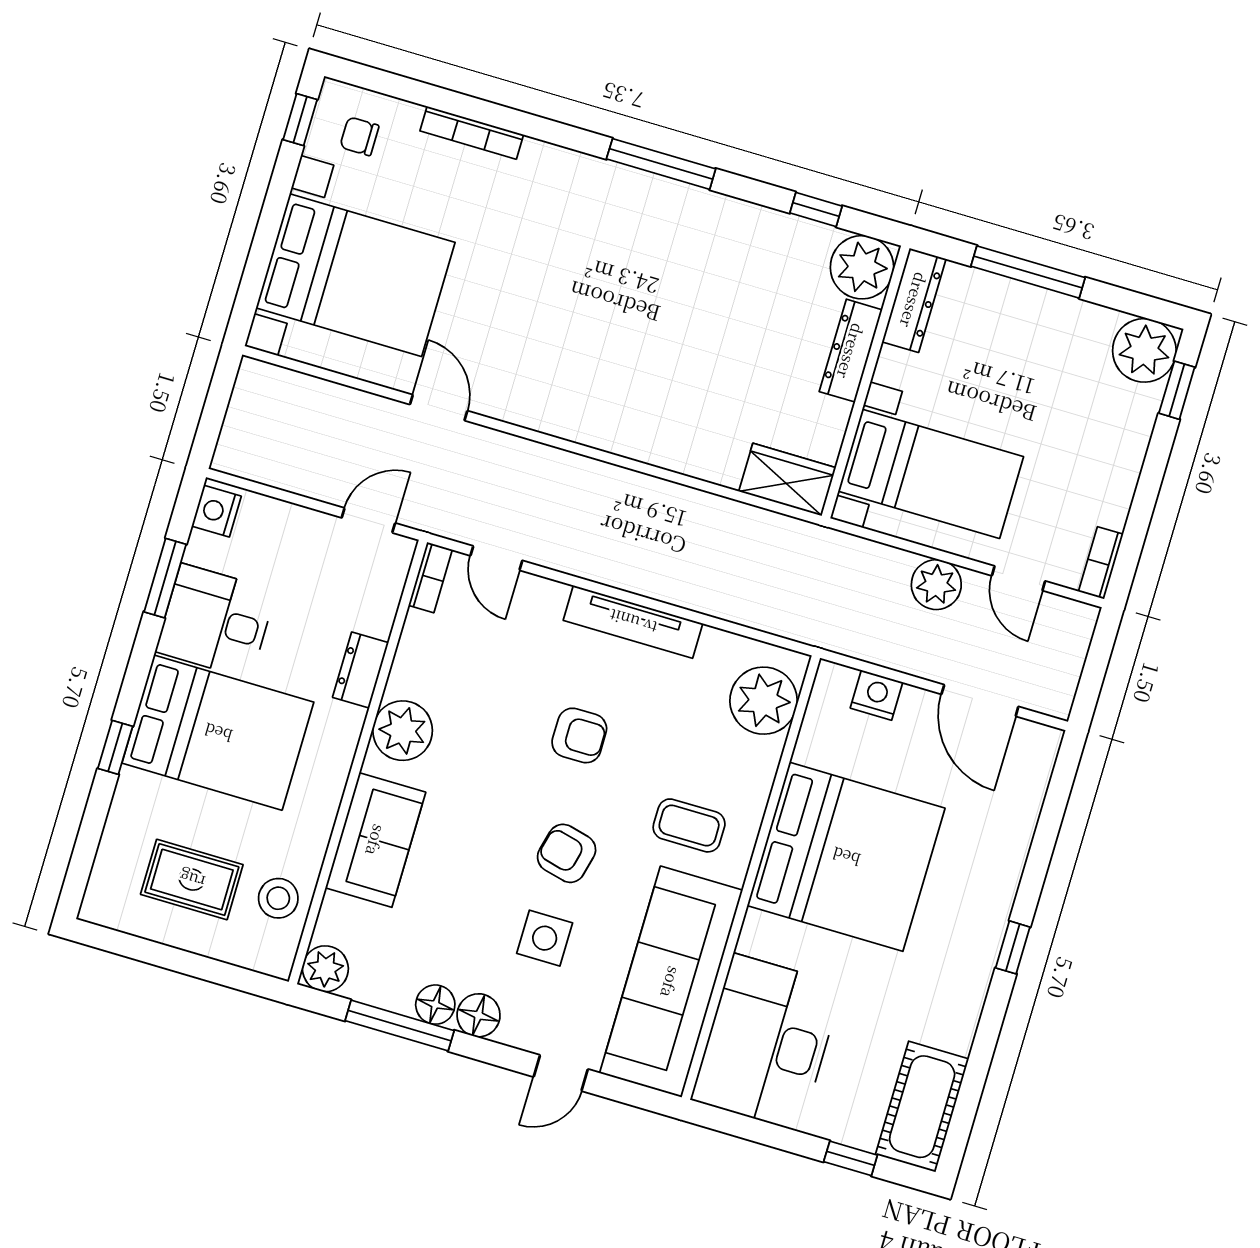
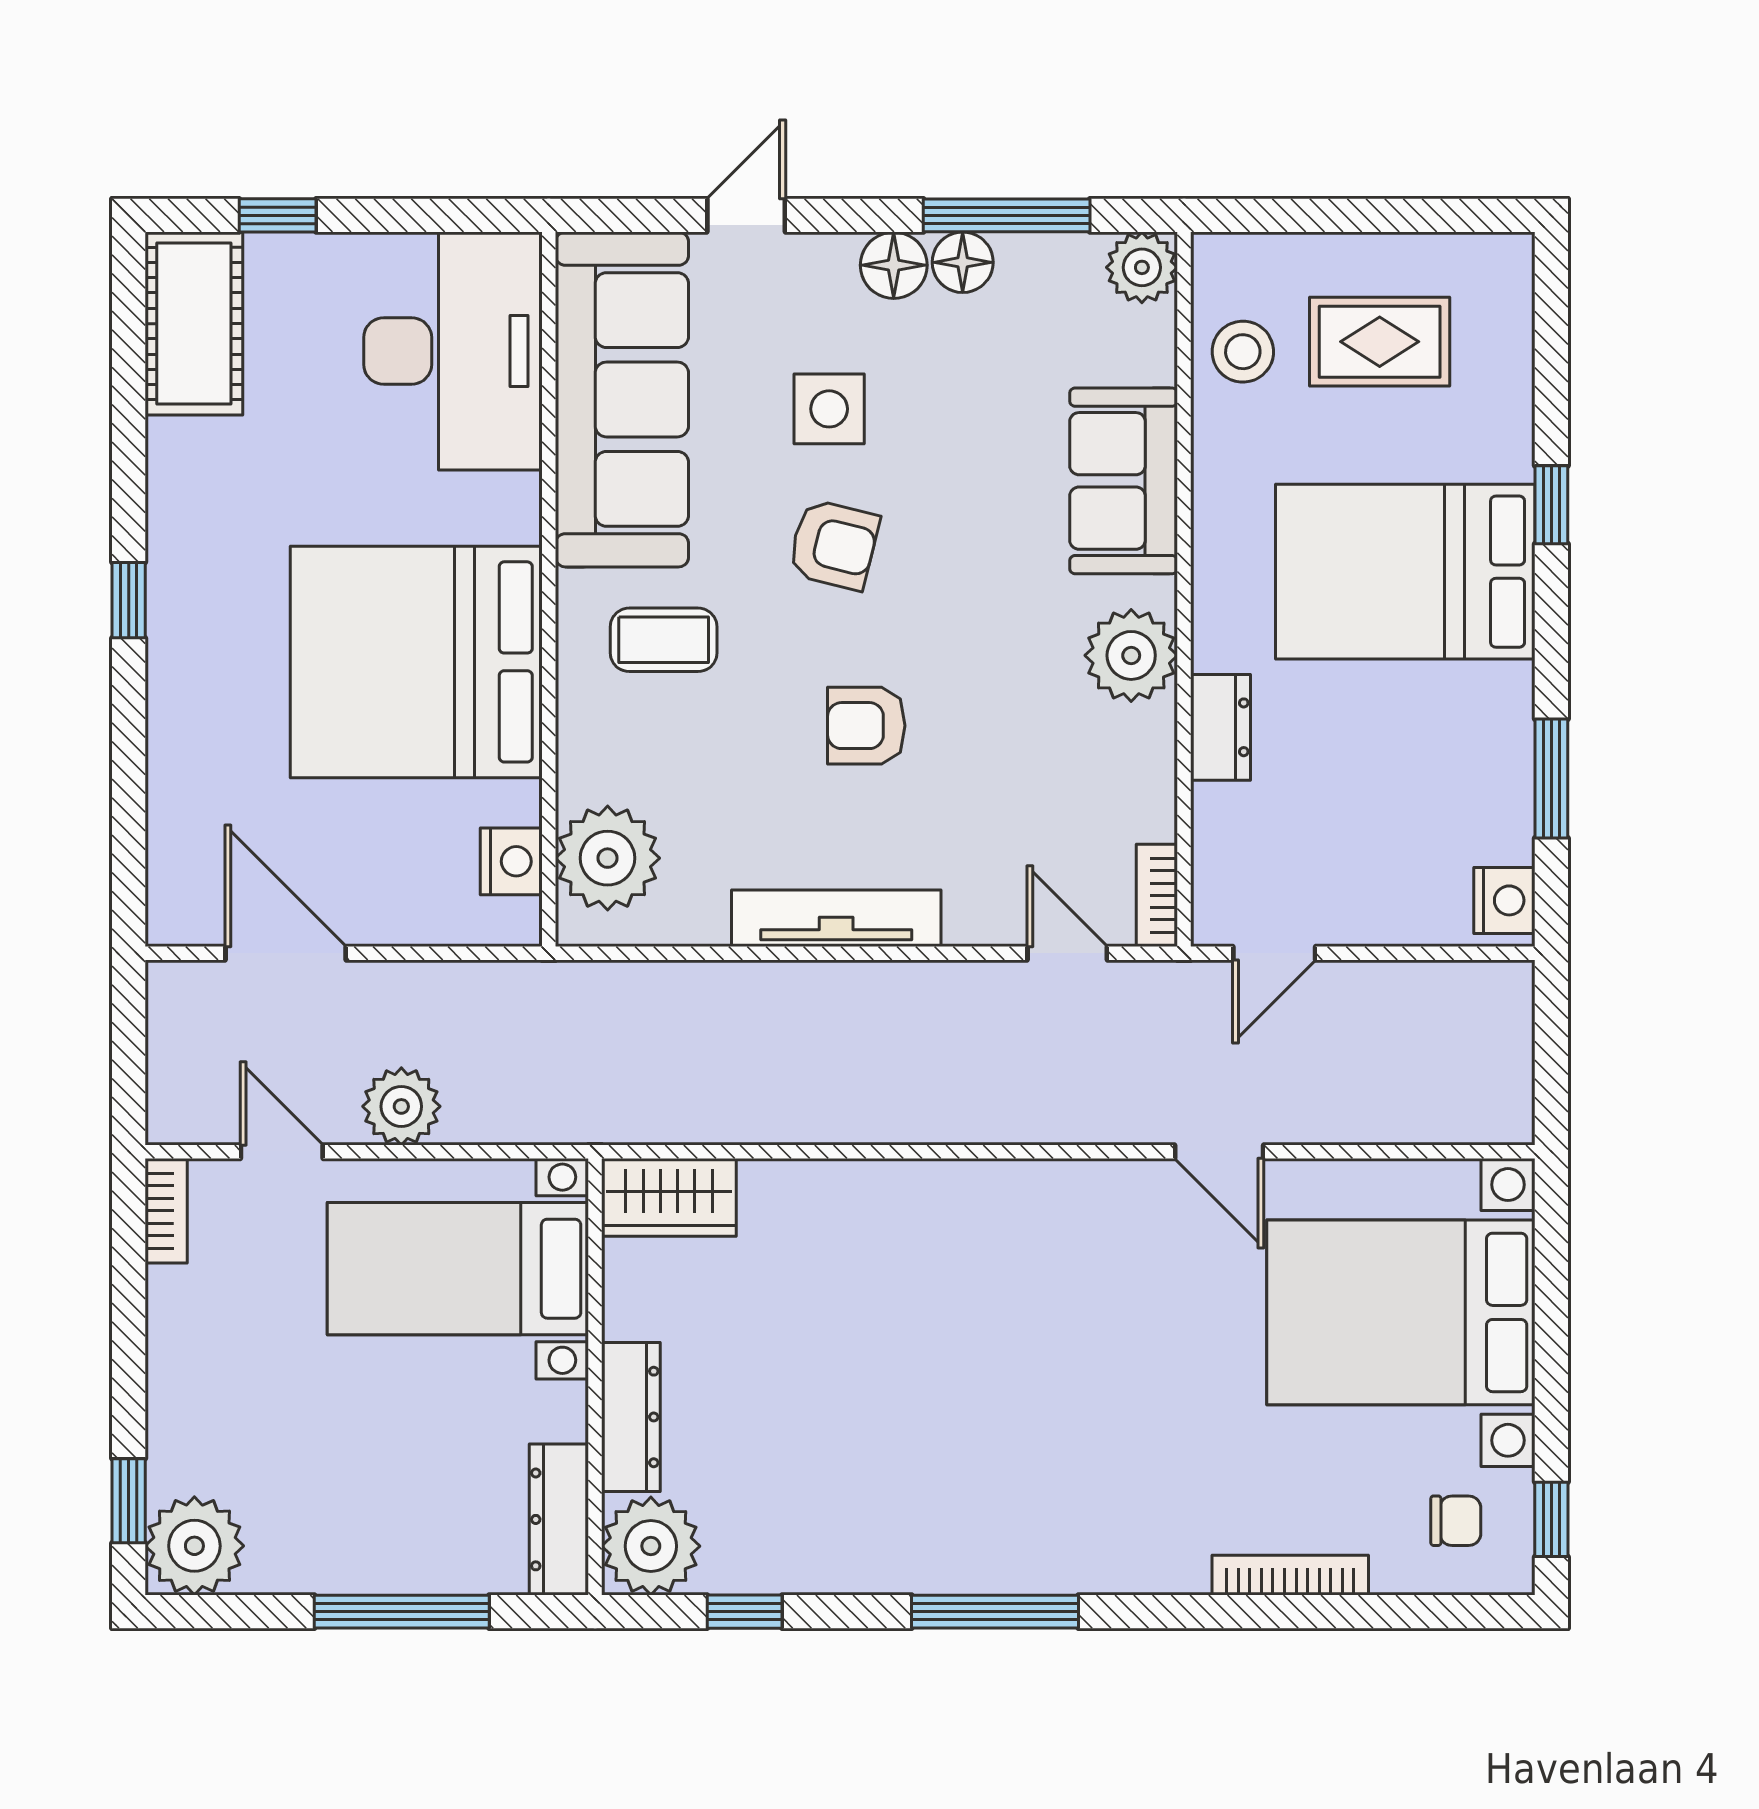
desk: (216, 621) -> (1457, 736), removed
nightstand: (877, 695) -> (511, 861), moved, turned -90

